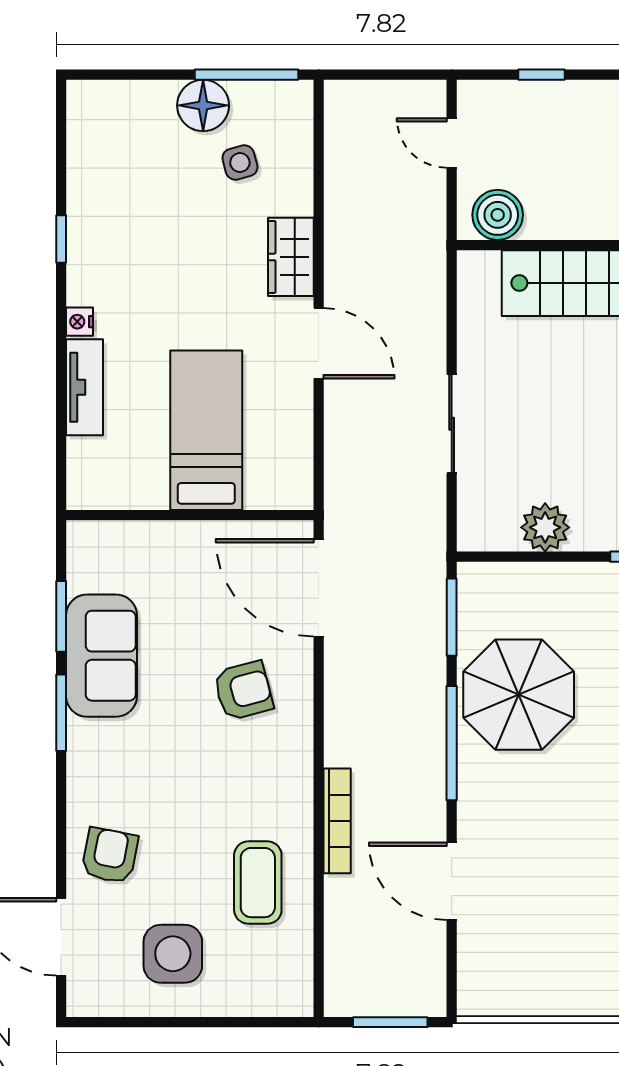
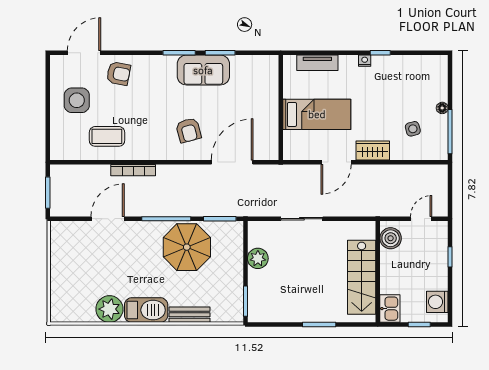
floor lamp: (203, 105) -> (442, 108), width x0.53, depth x0.53
nightstand: (79, 322) -> (365, 61), moved
bed: (206, 430) -> (317, 114), moved
wall: (190, 515) -> (281, 108), moved

